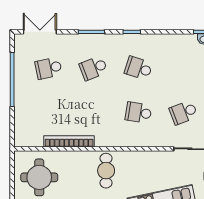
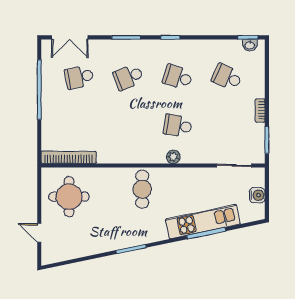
double door: (40, 32) -> (70, 37), swing flipped
school desk: (183, 113) -> (227, 77), moved, turned 45
bookcase: (69, 141) -> (69, 157), moved
plant: (135, 141) -> (173, 157), added

